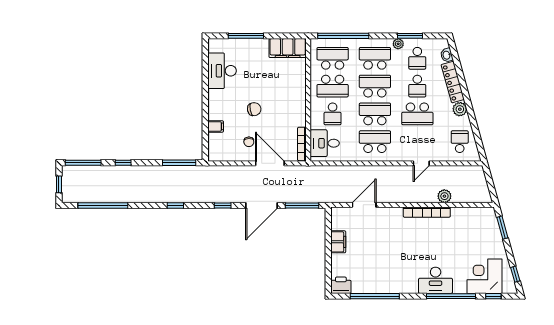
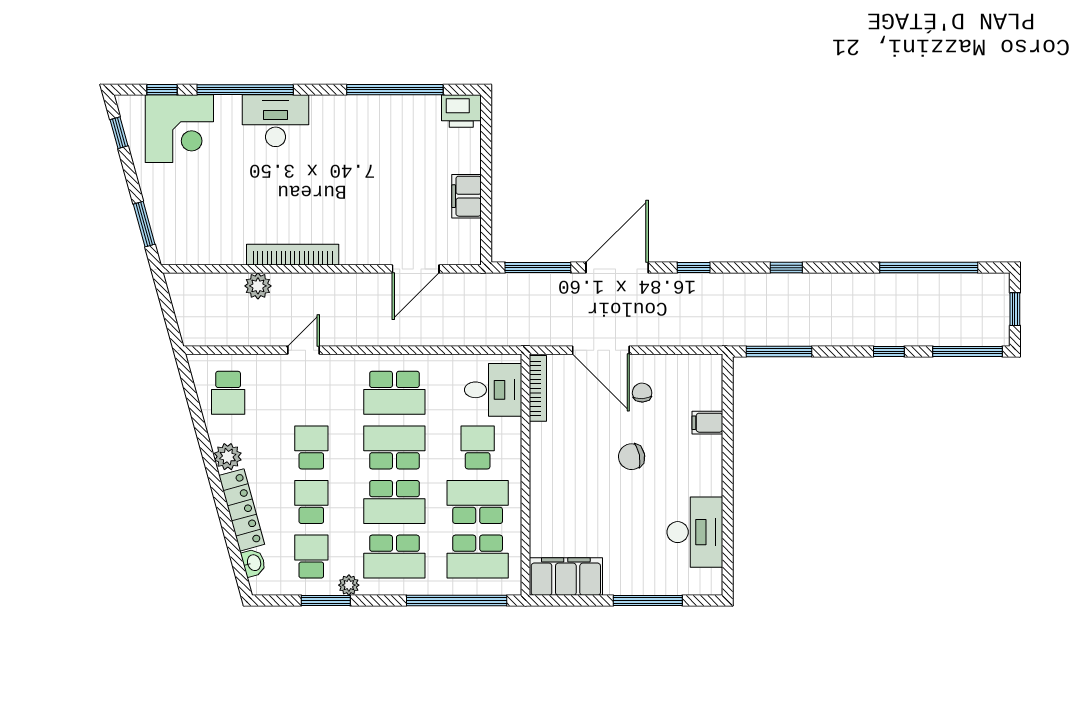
school desk: (375, 114) -> (394, 447), turned 180
school desk: (417, 114) -> (311, 447), width x0.54

